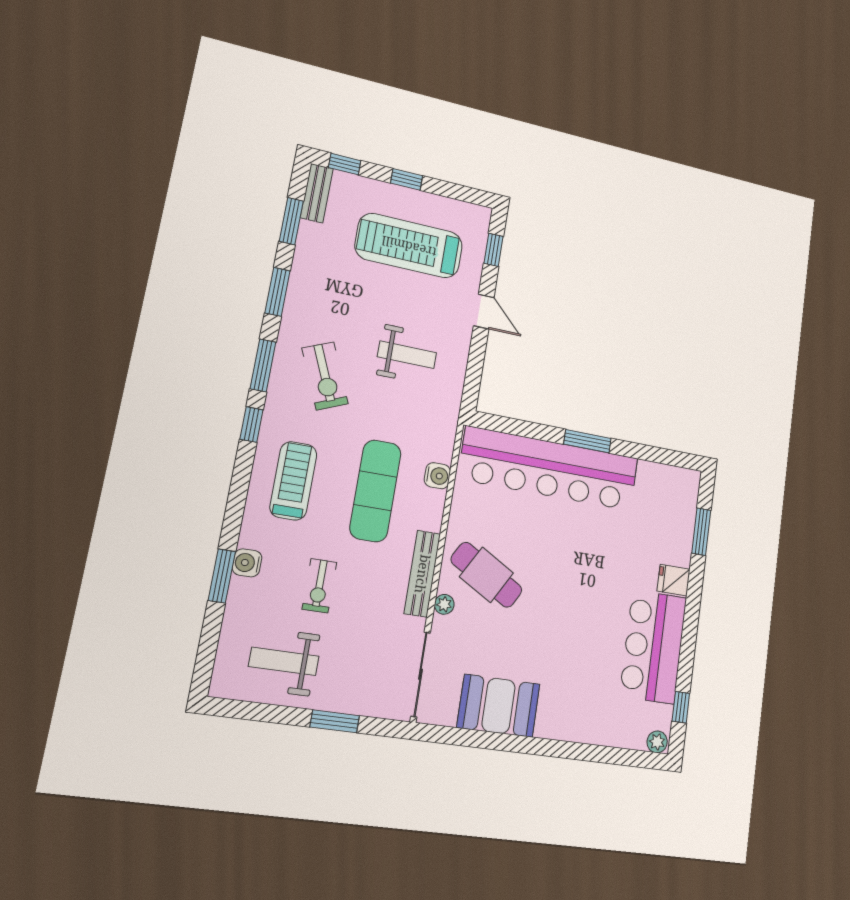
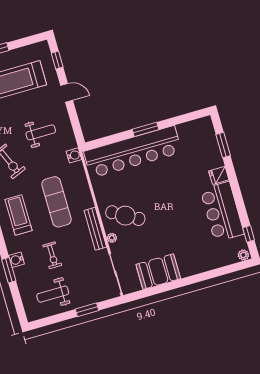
water cooler: (437, 476) -> (74, 155), moved

